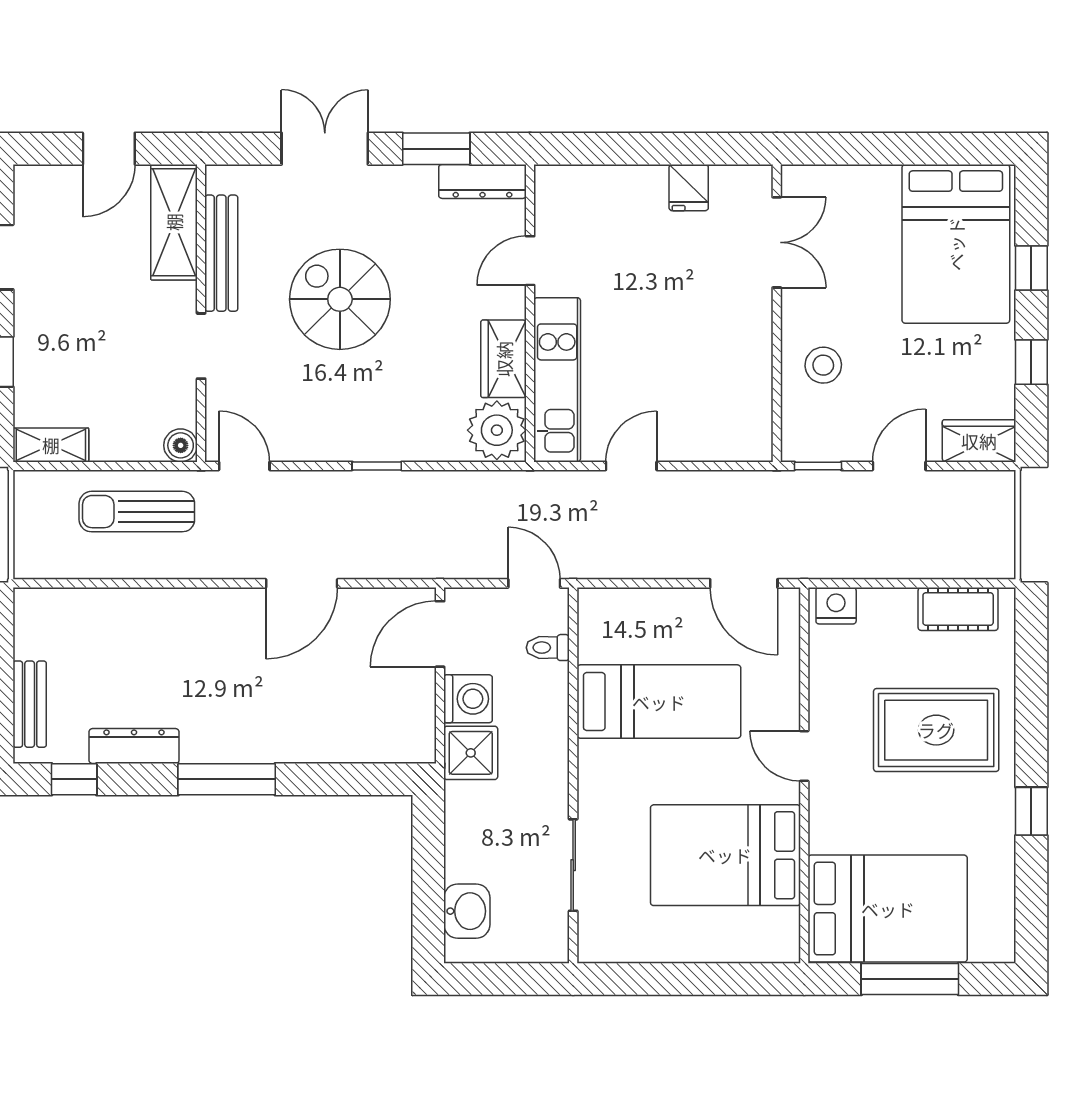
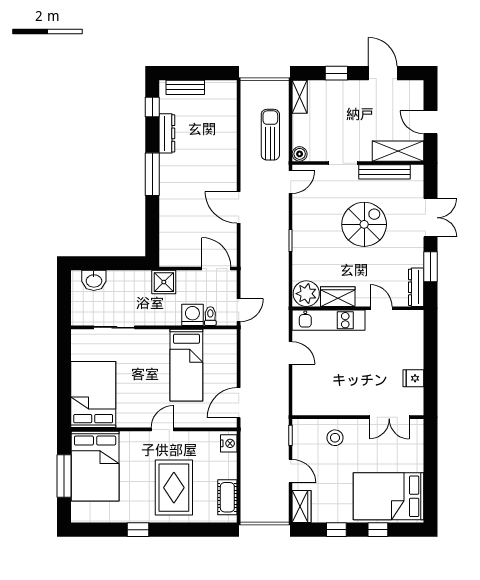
washing machine: (468, 699) -> (192, 315), moved, turned 180
bed: (725, 855) -> (93, 395), moved

